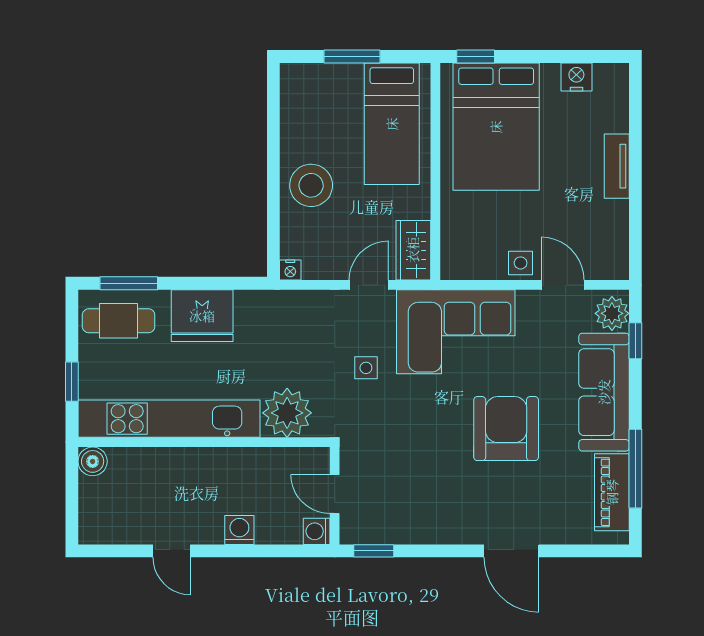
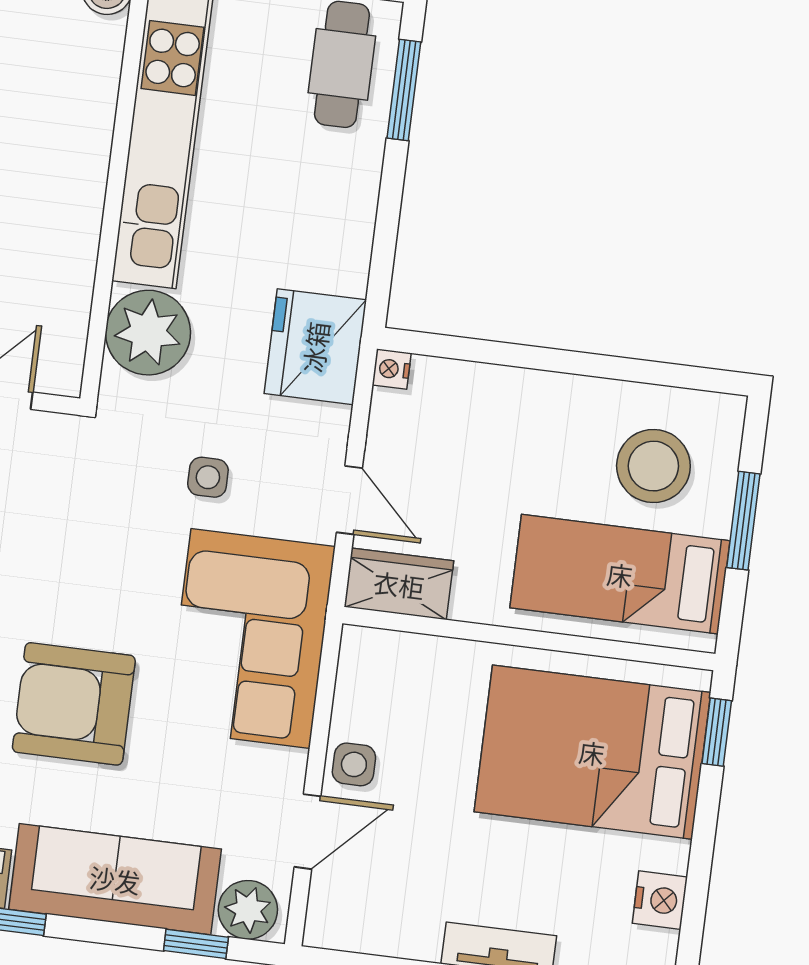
stool: (311, 185) -> (653, 466), moved
fridge: (202, 316) -> (315, 347), moved
armchair: (506, 429) -> (74, 704), turned 180

